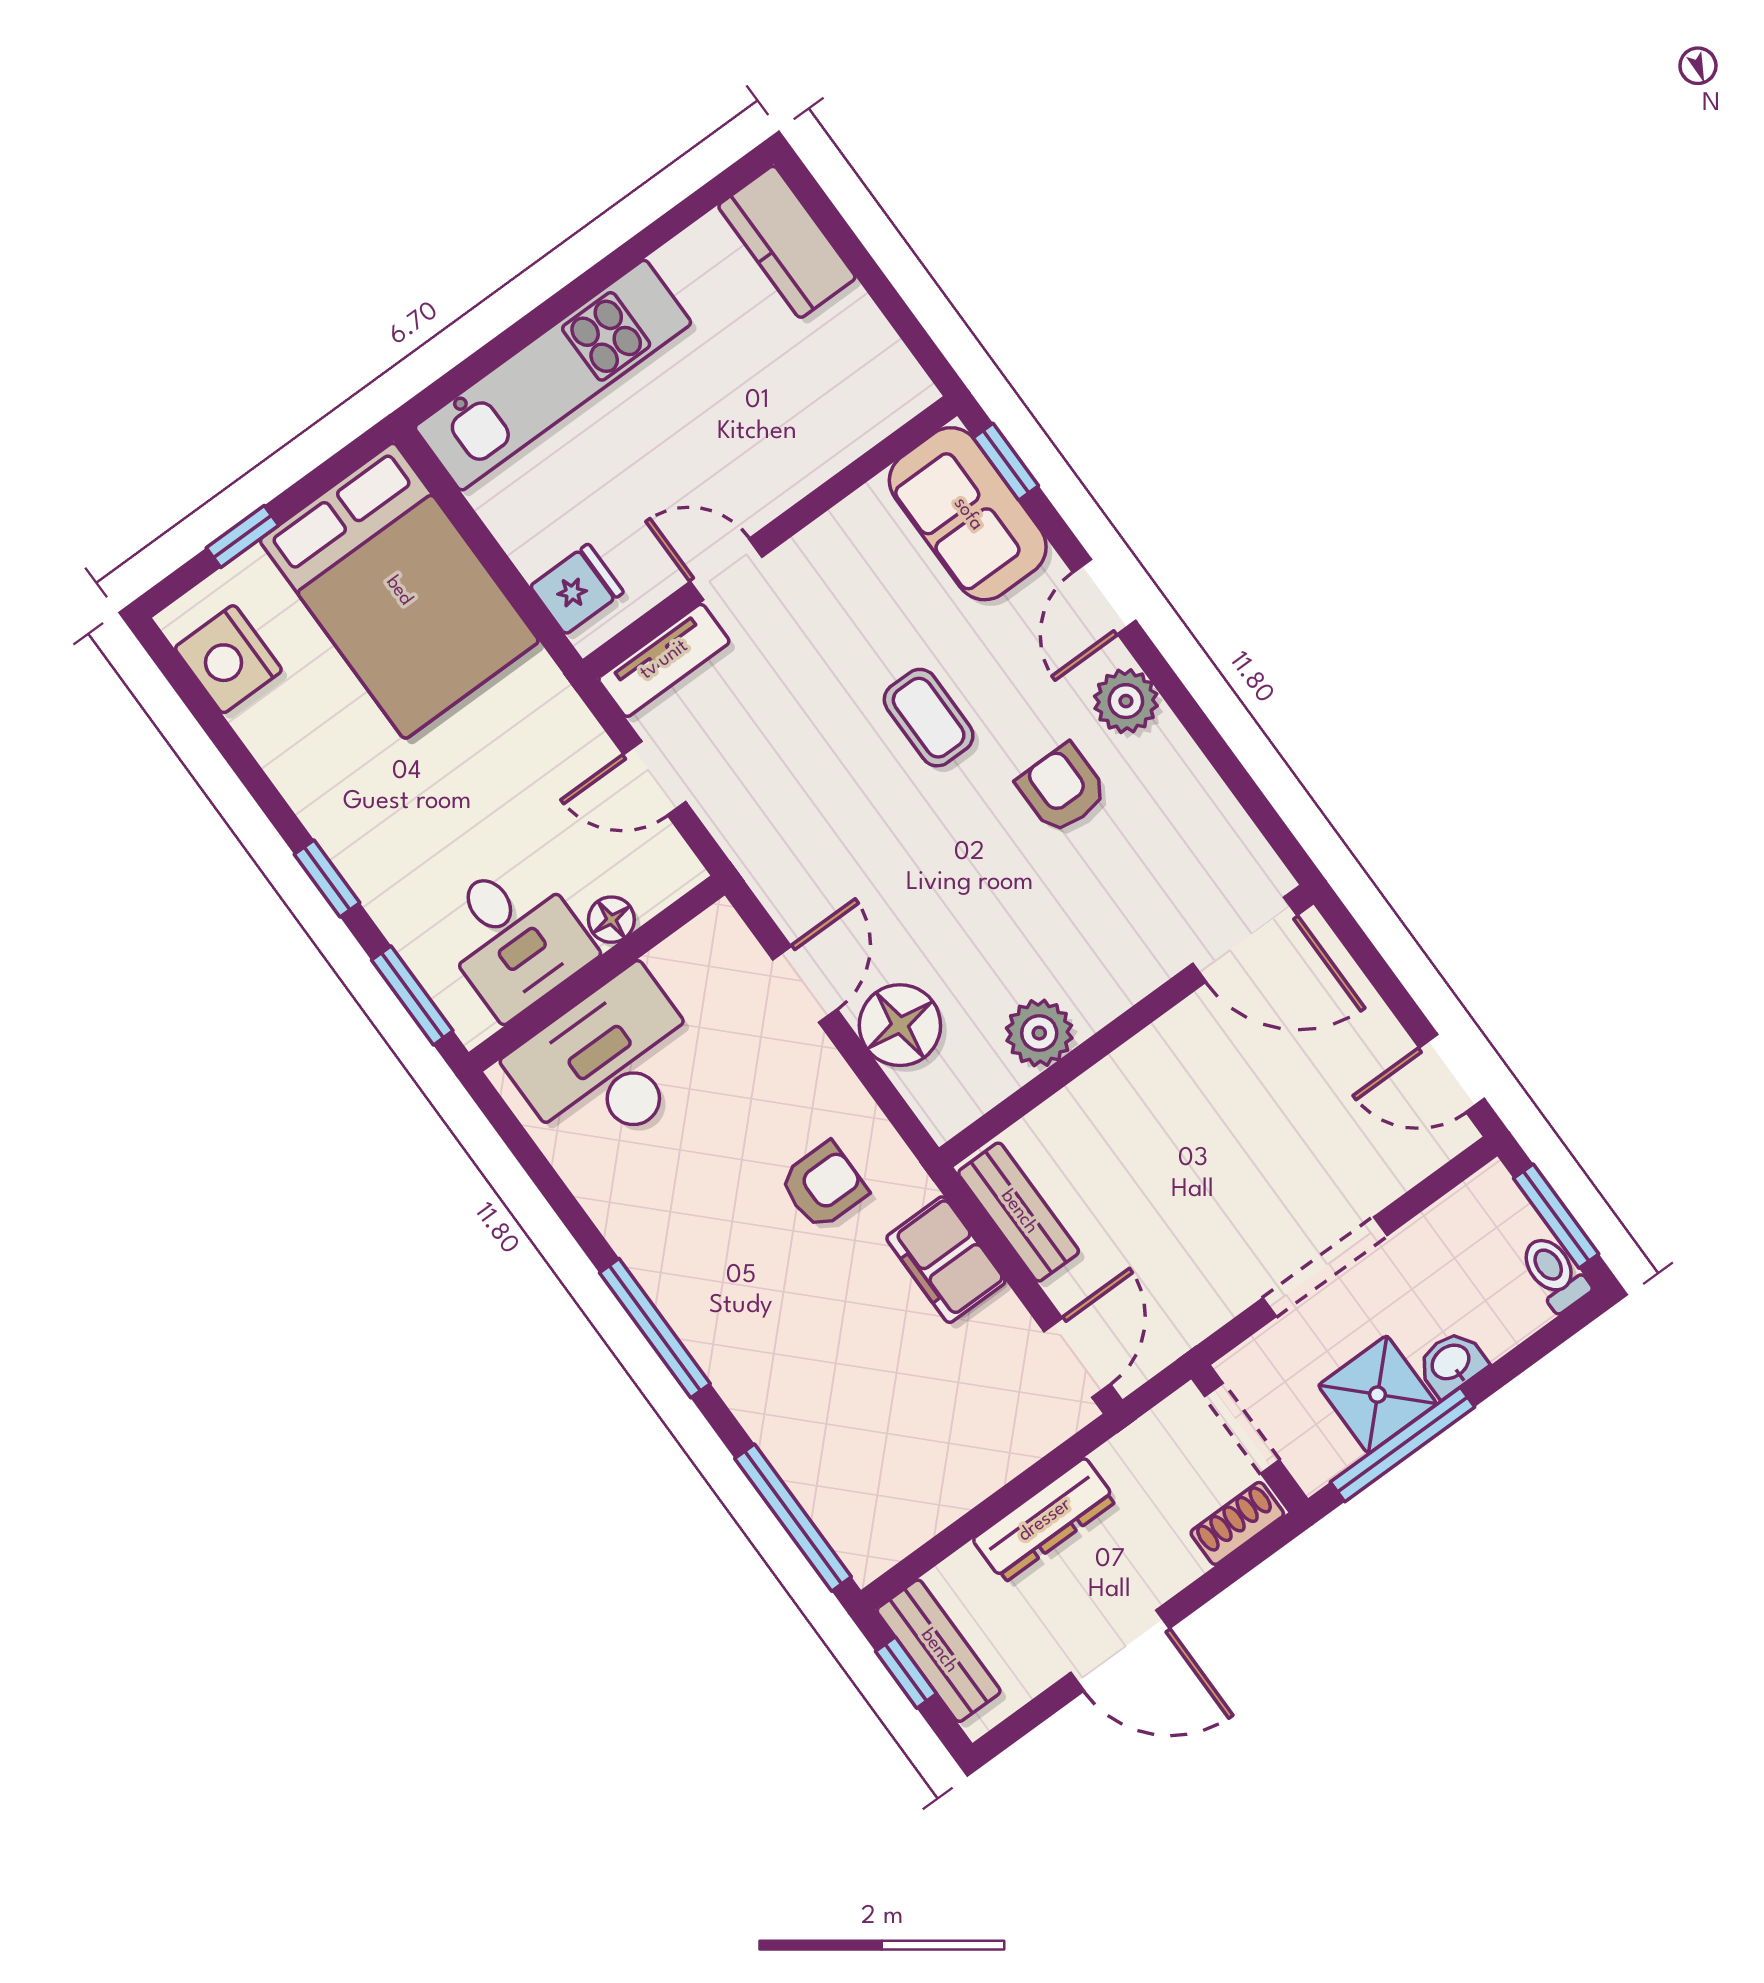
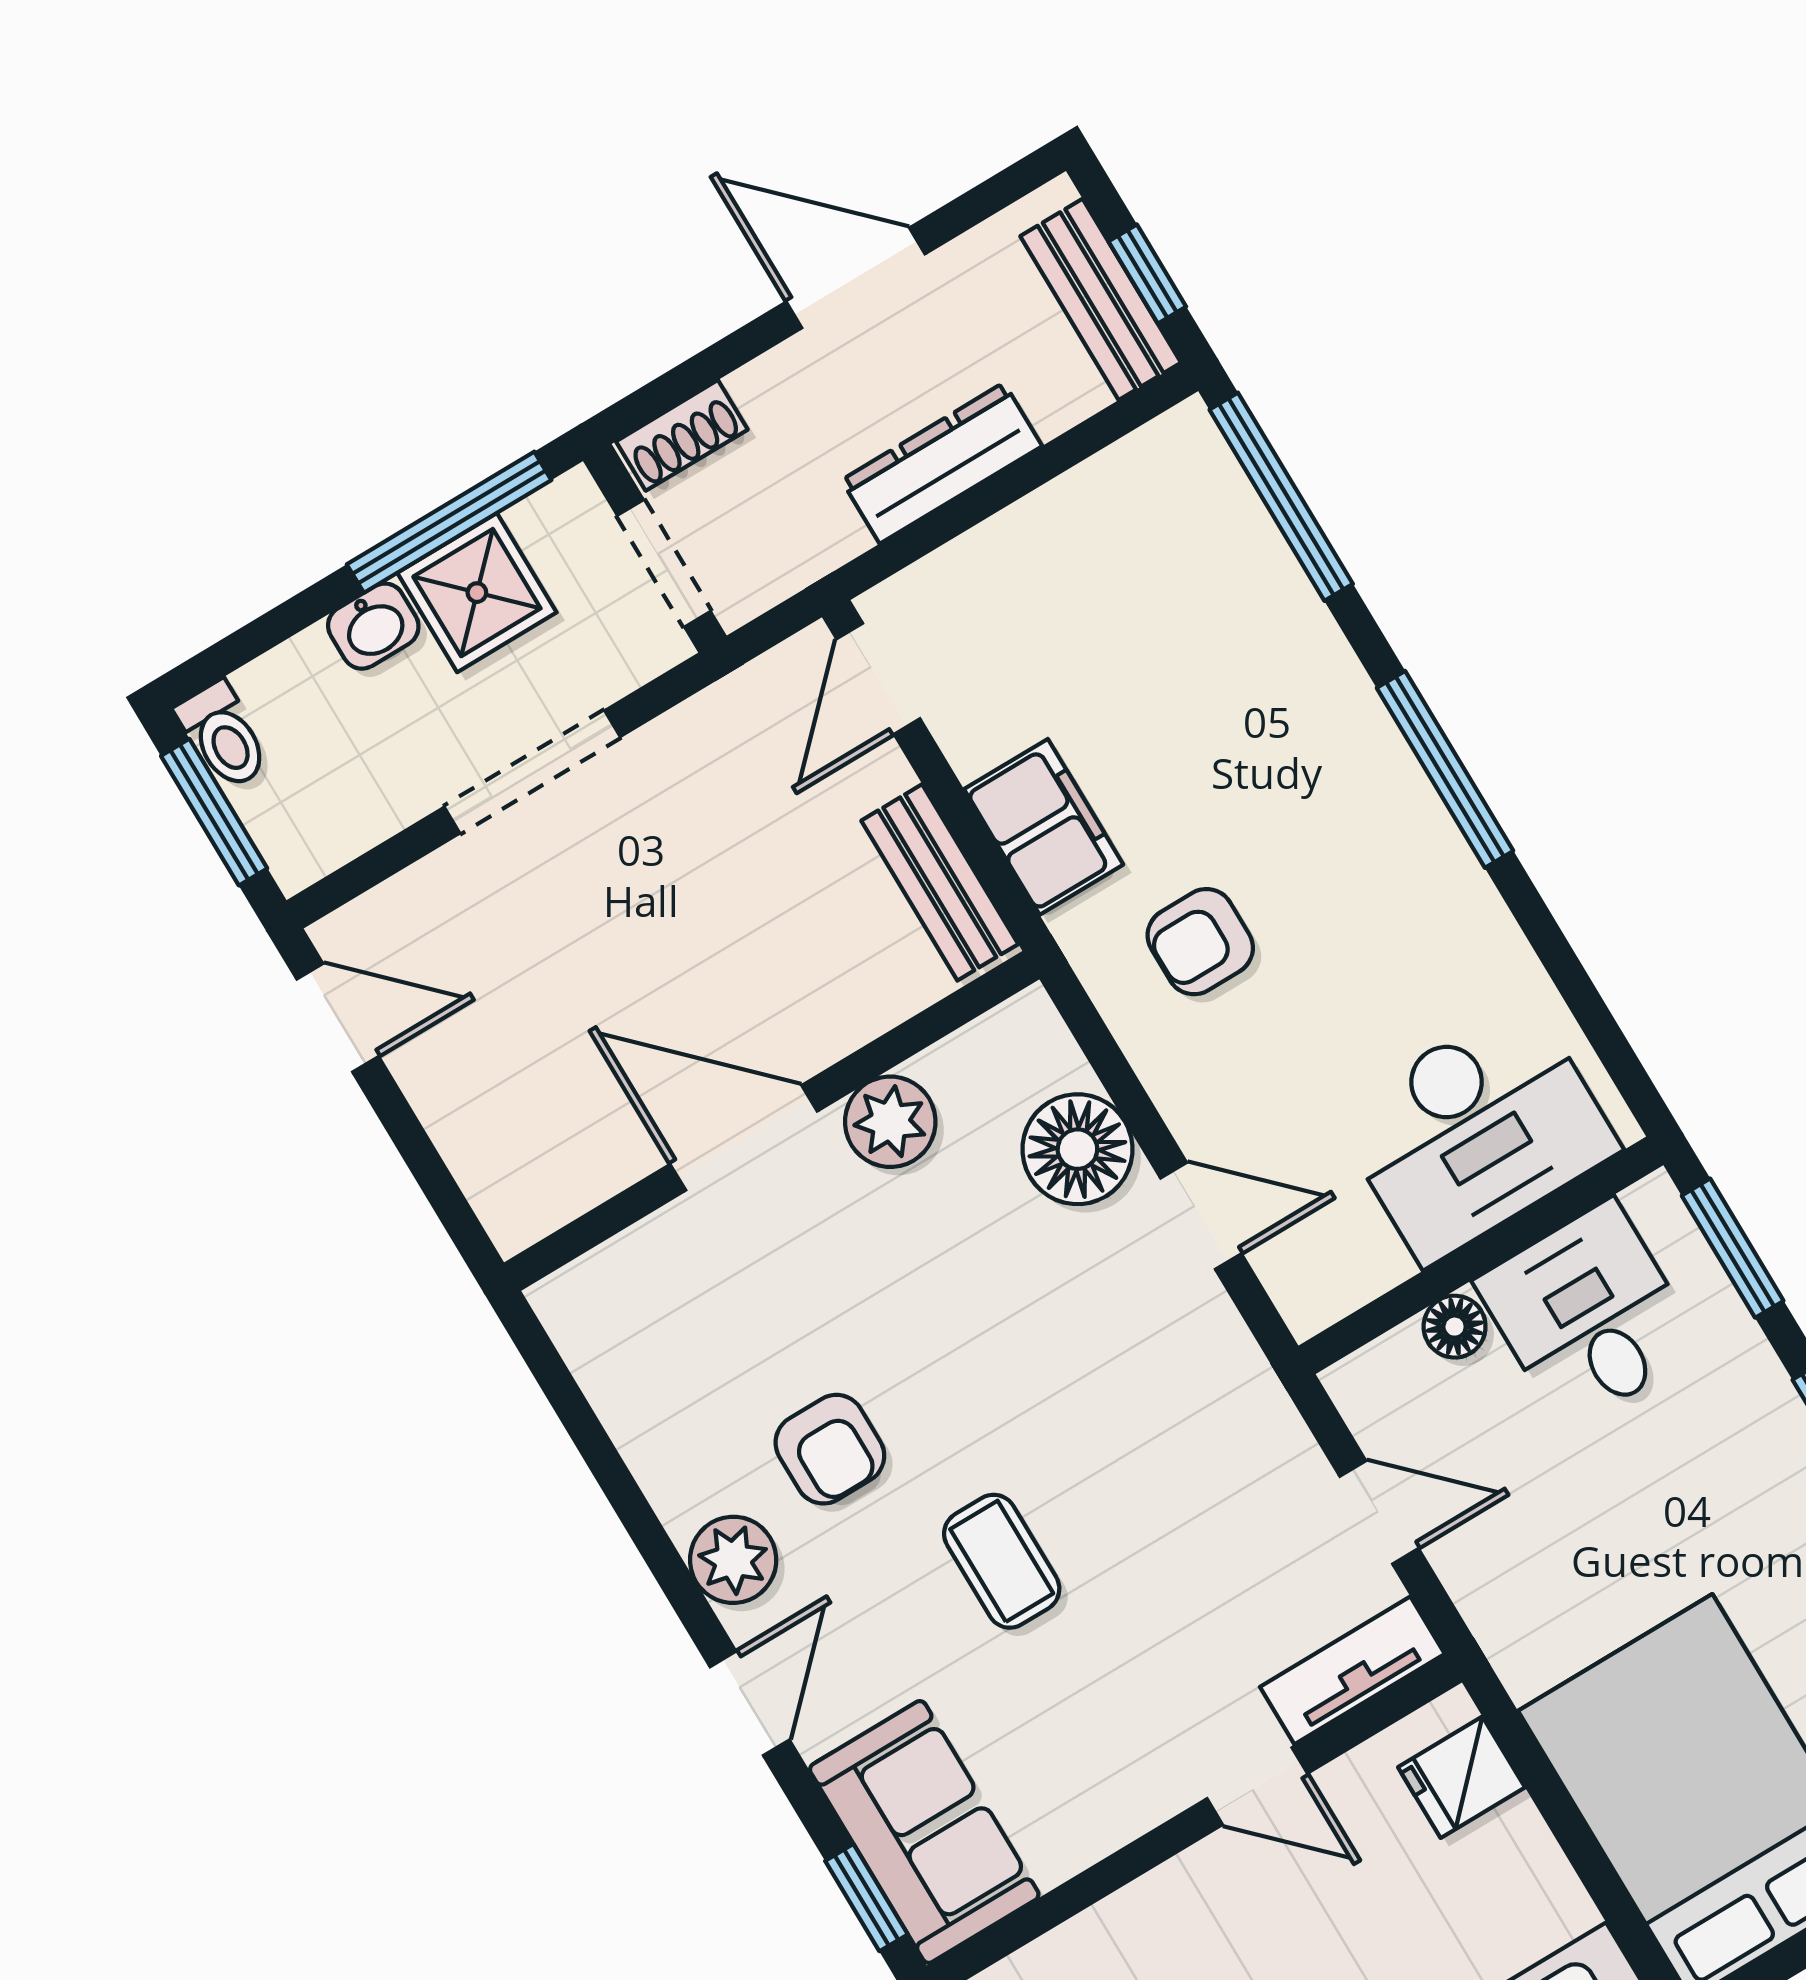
door: (1245, 940) -> (744, 1138), moved
door: (805, 984) -> (1201, 1216), swing flipped

